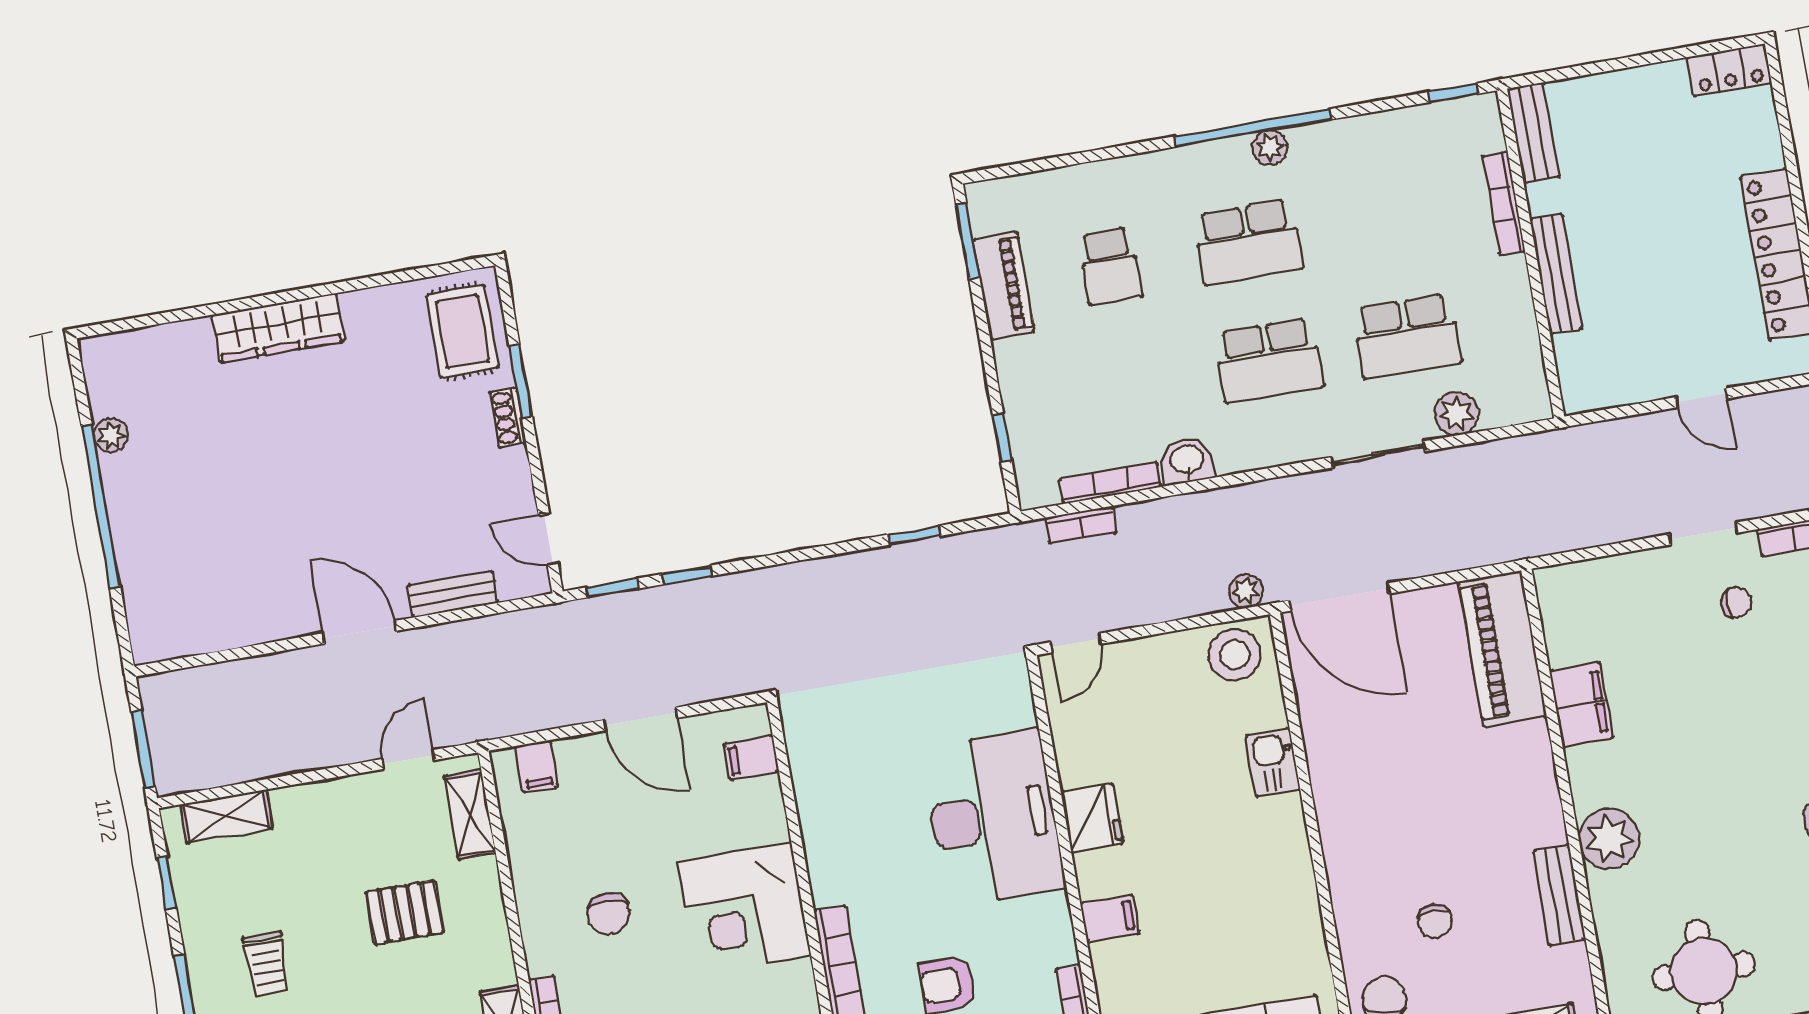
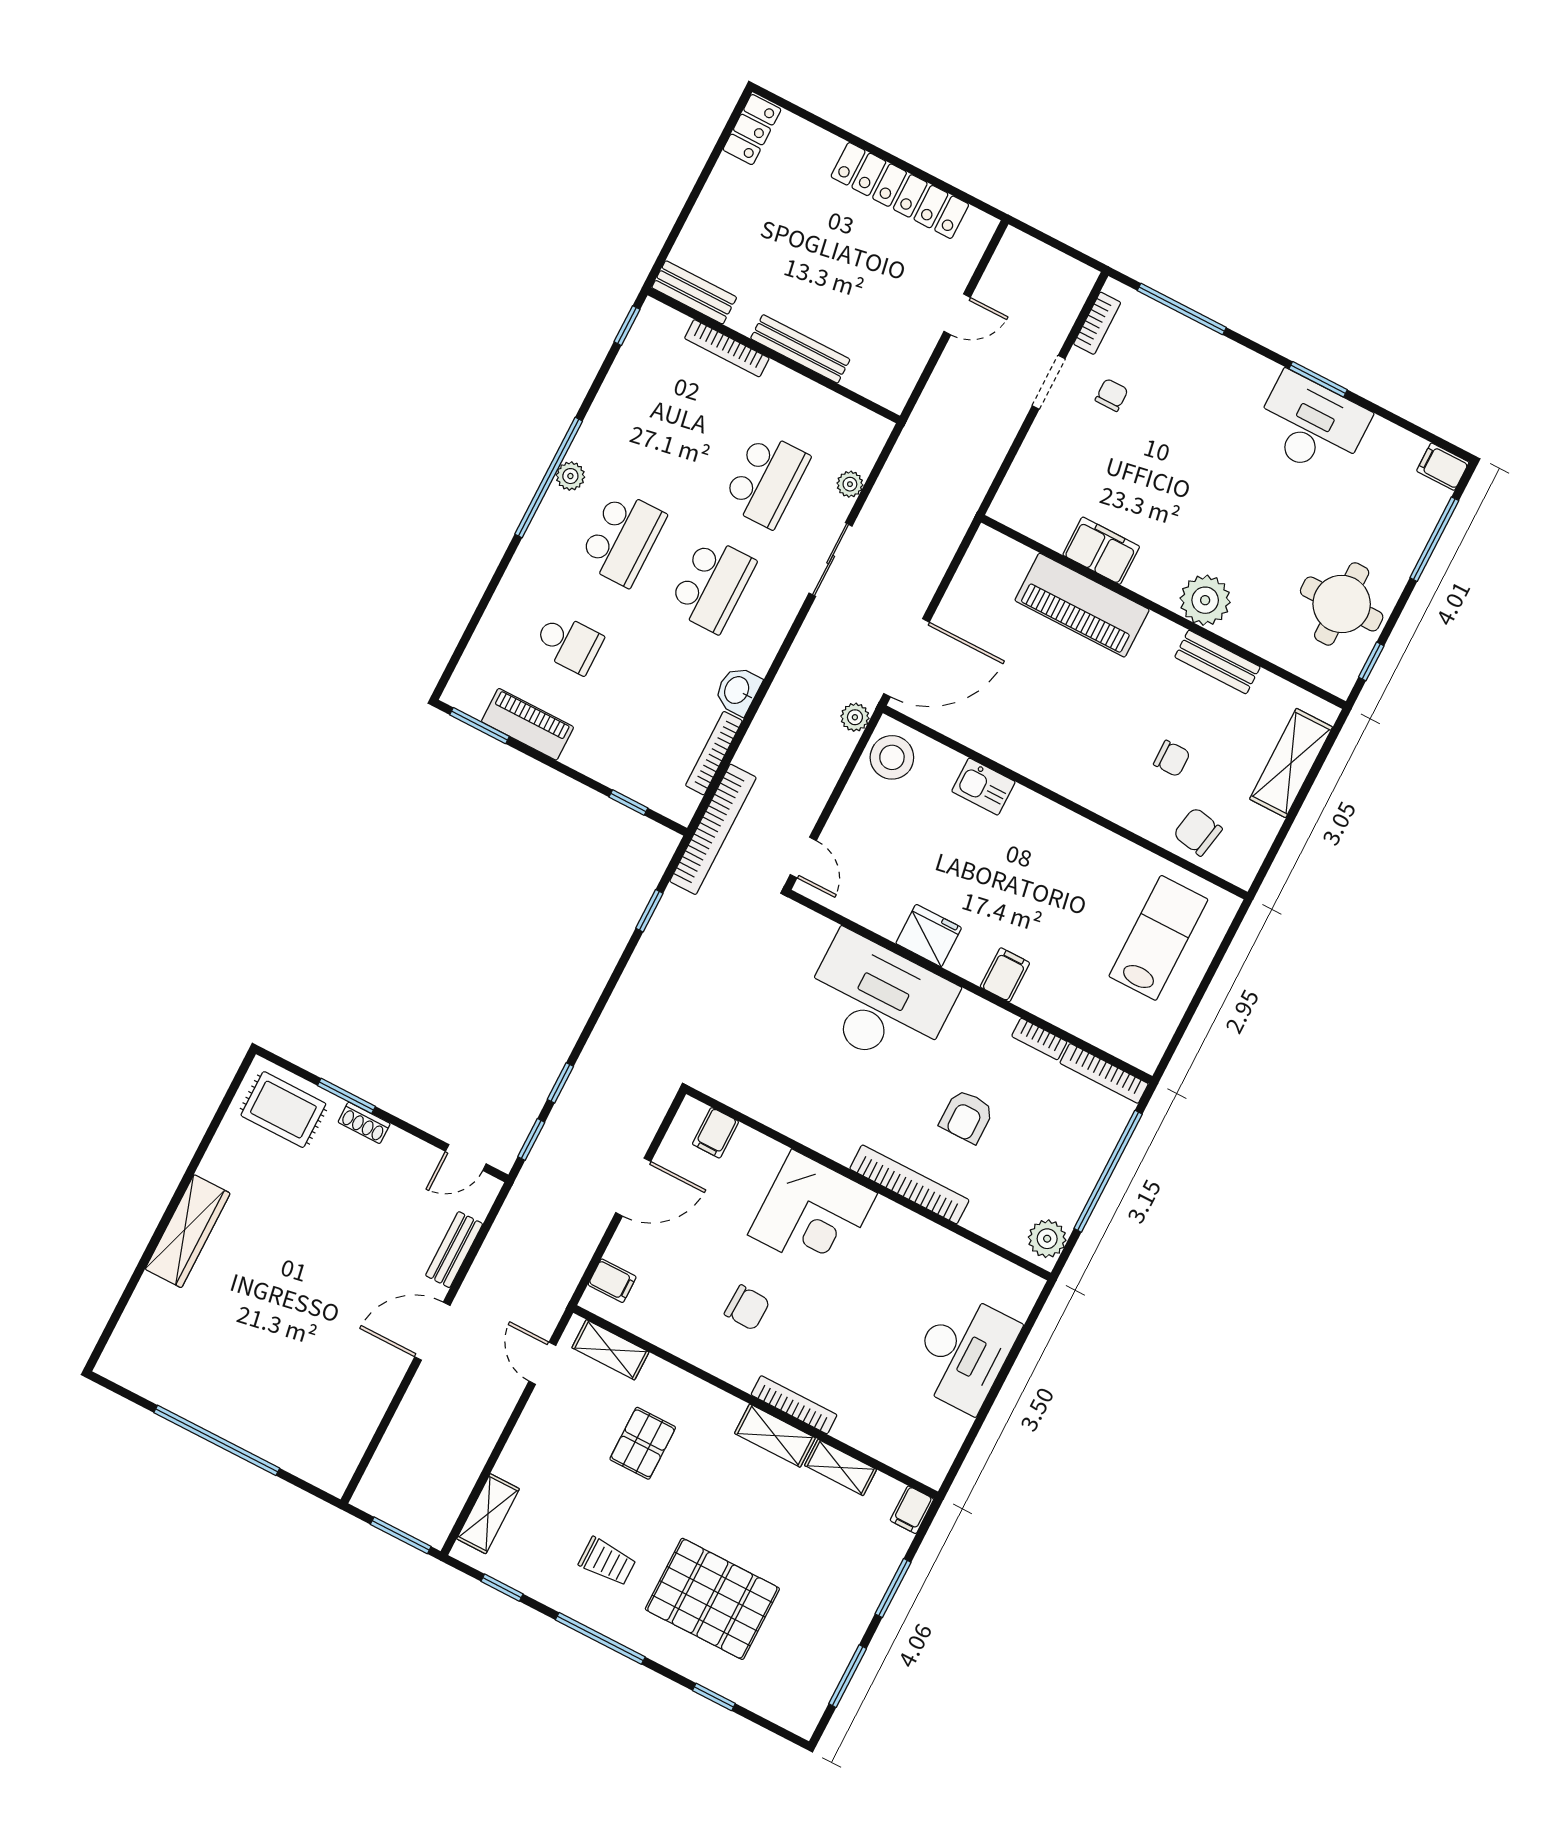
plant: (1457, 414) -> (850, 484), width x0.73, depth x0.73
plant: (111, 435) -> (174, 1398), removed
bookcase: (1081, 525) -> (713, 829), width x2.31, depth x1.31
piano: (1502, 649) -> (1082, 605), moved

